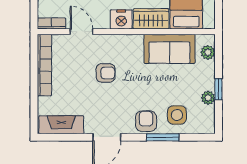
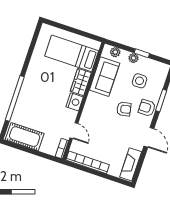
door: (81, 32) -> (74, 131), swing flipped
armchair: (106, 73) -> (124, 109), moved, turned 79
plant: (208, 98) -> (134, 58), moved
side table: (177, 115) -> (139, 81), moved

